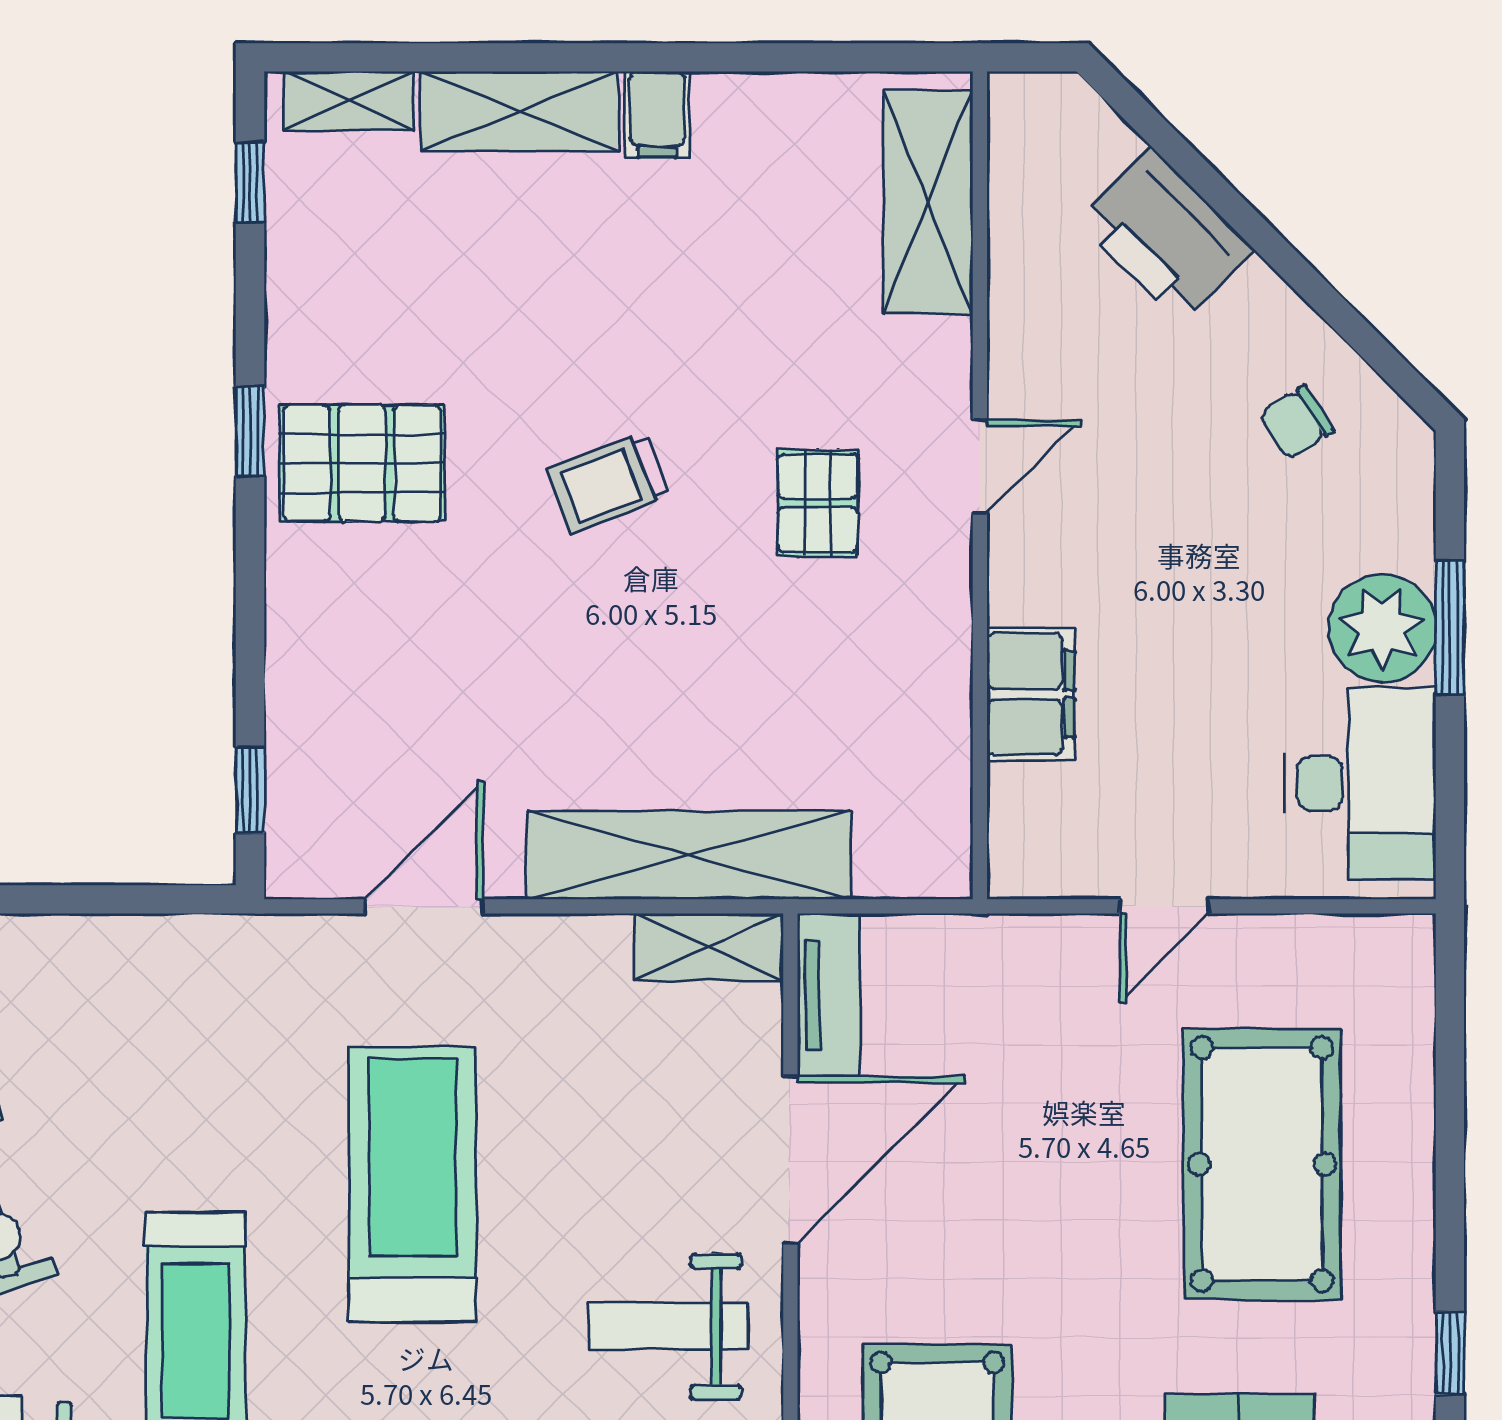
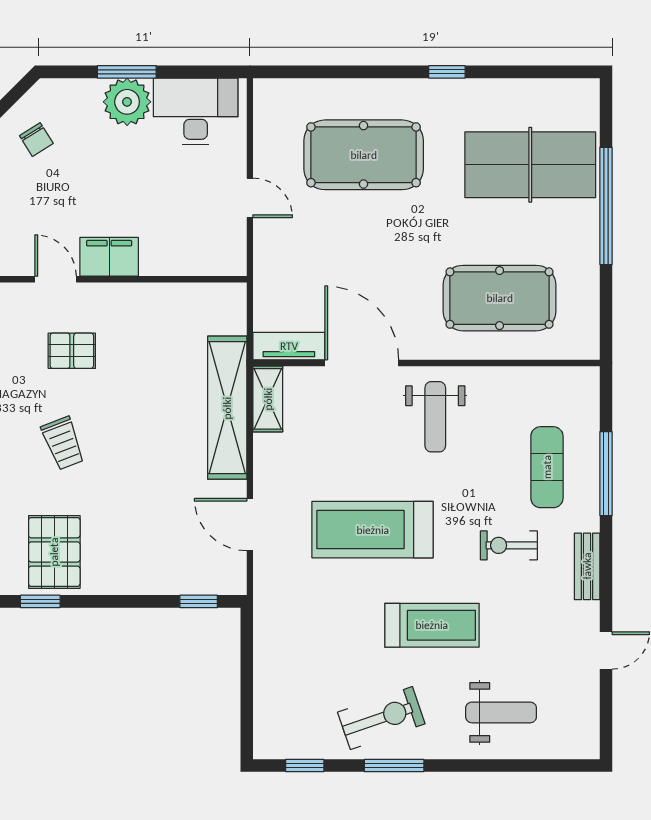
filing cabinet: (1031, 694) -> (109, 257), moved

